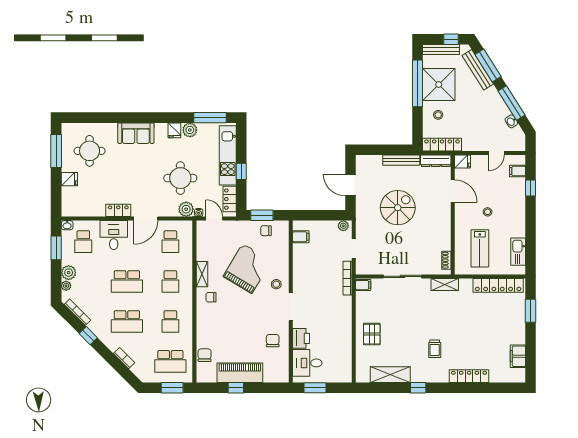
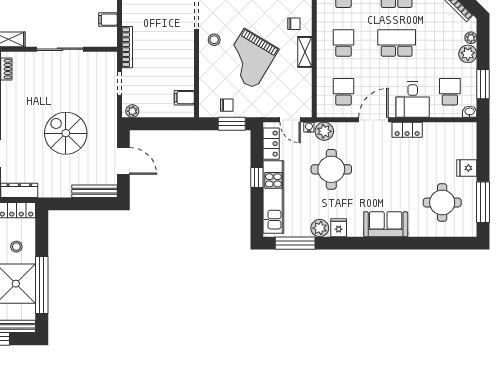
bench: (401, 160) -> (95, 191), moved
spiral stairs: (398, 208) -> (66, 133), turned 90
filing cabinet: (363, 285) -> (108, 20), moved

